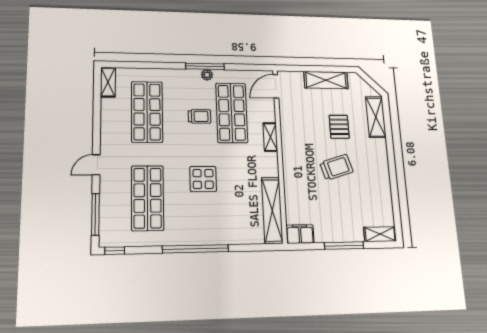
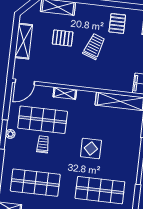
door: (276, 86) -> (25, 82), hinge flipped
trolley: (336, 167) -> (94, 46), turned 37
pallet: (371, 193) -> (117, 23), added

